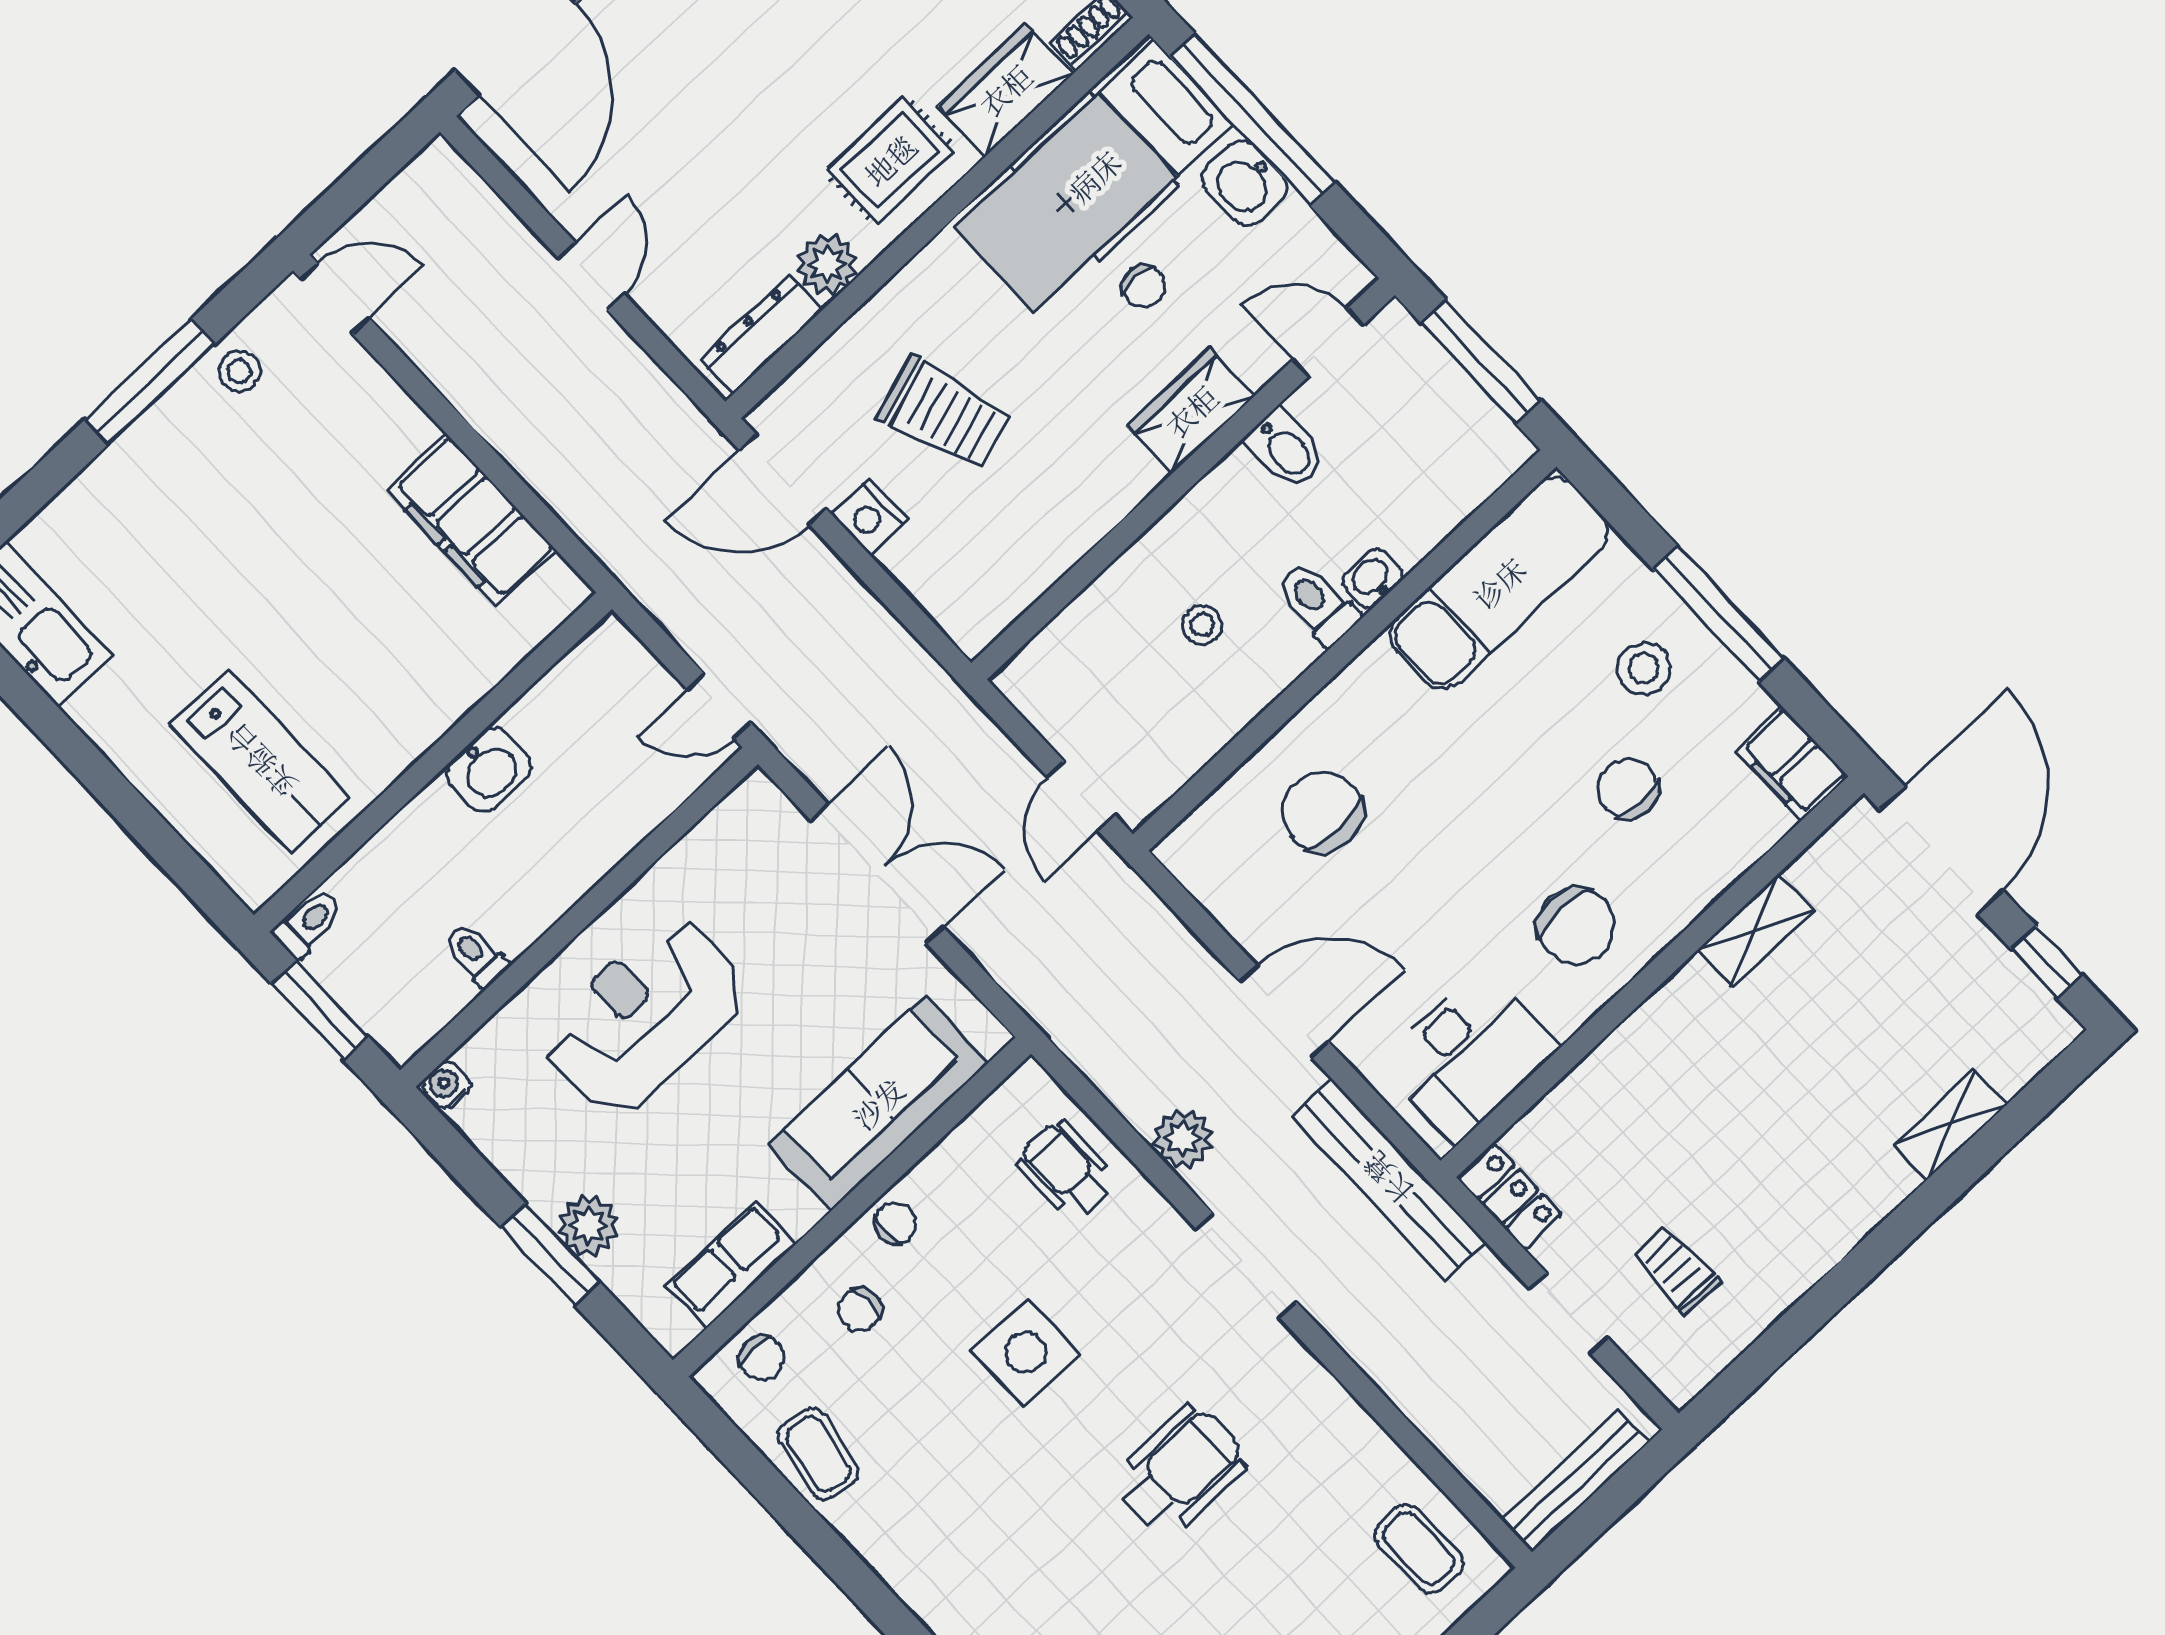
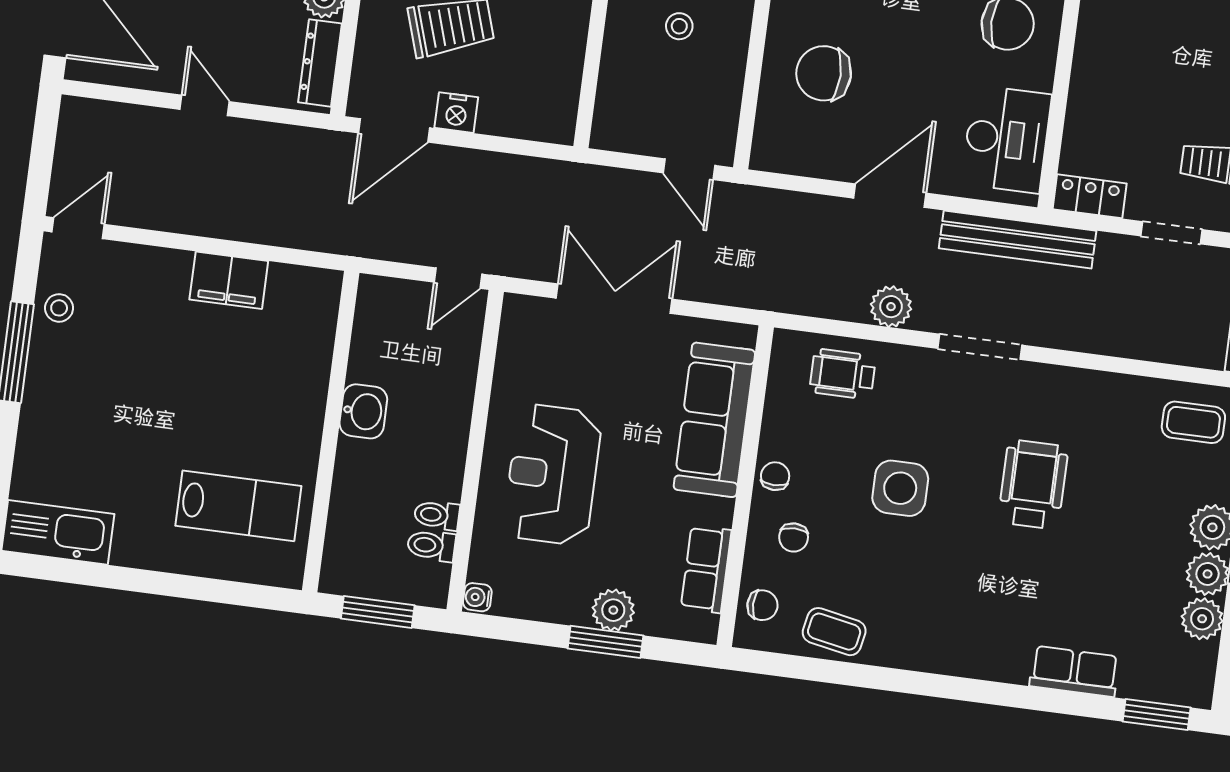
filing cabinet: (471, 520) -> (229, 280), width x0.67, depth x0.86
toilet: (308, 924) -> (431, 546), moved, turned -90

